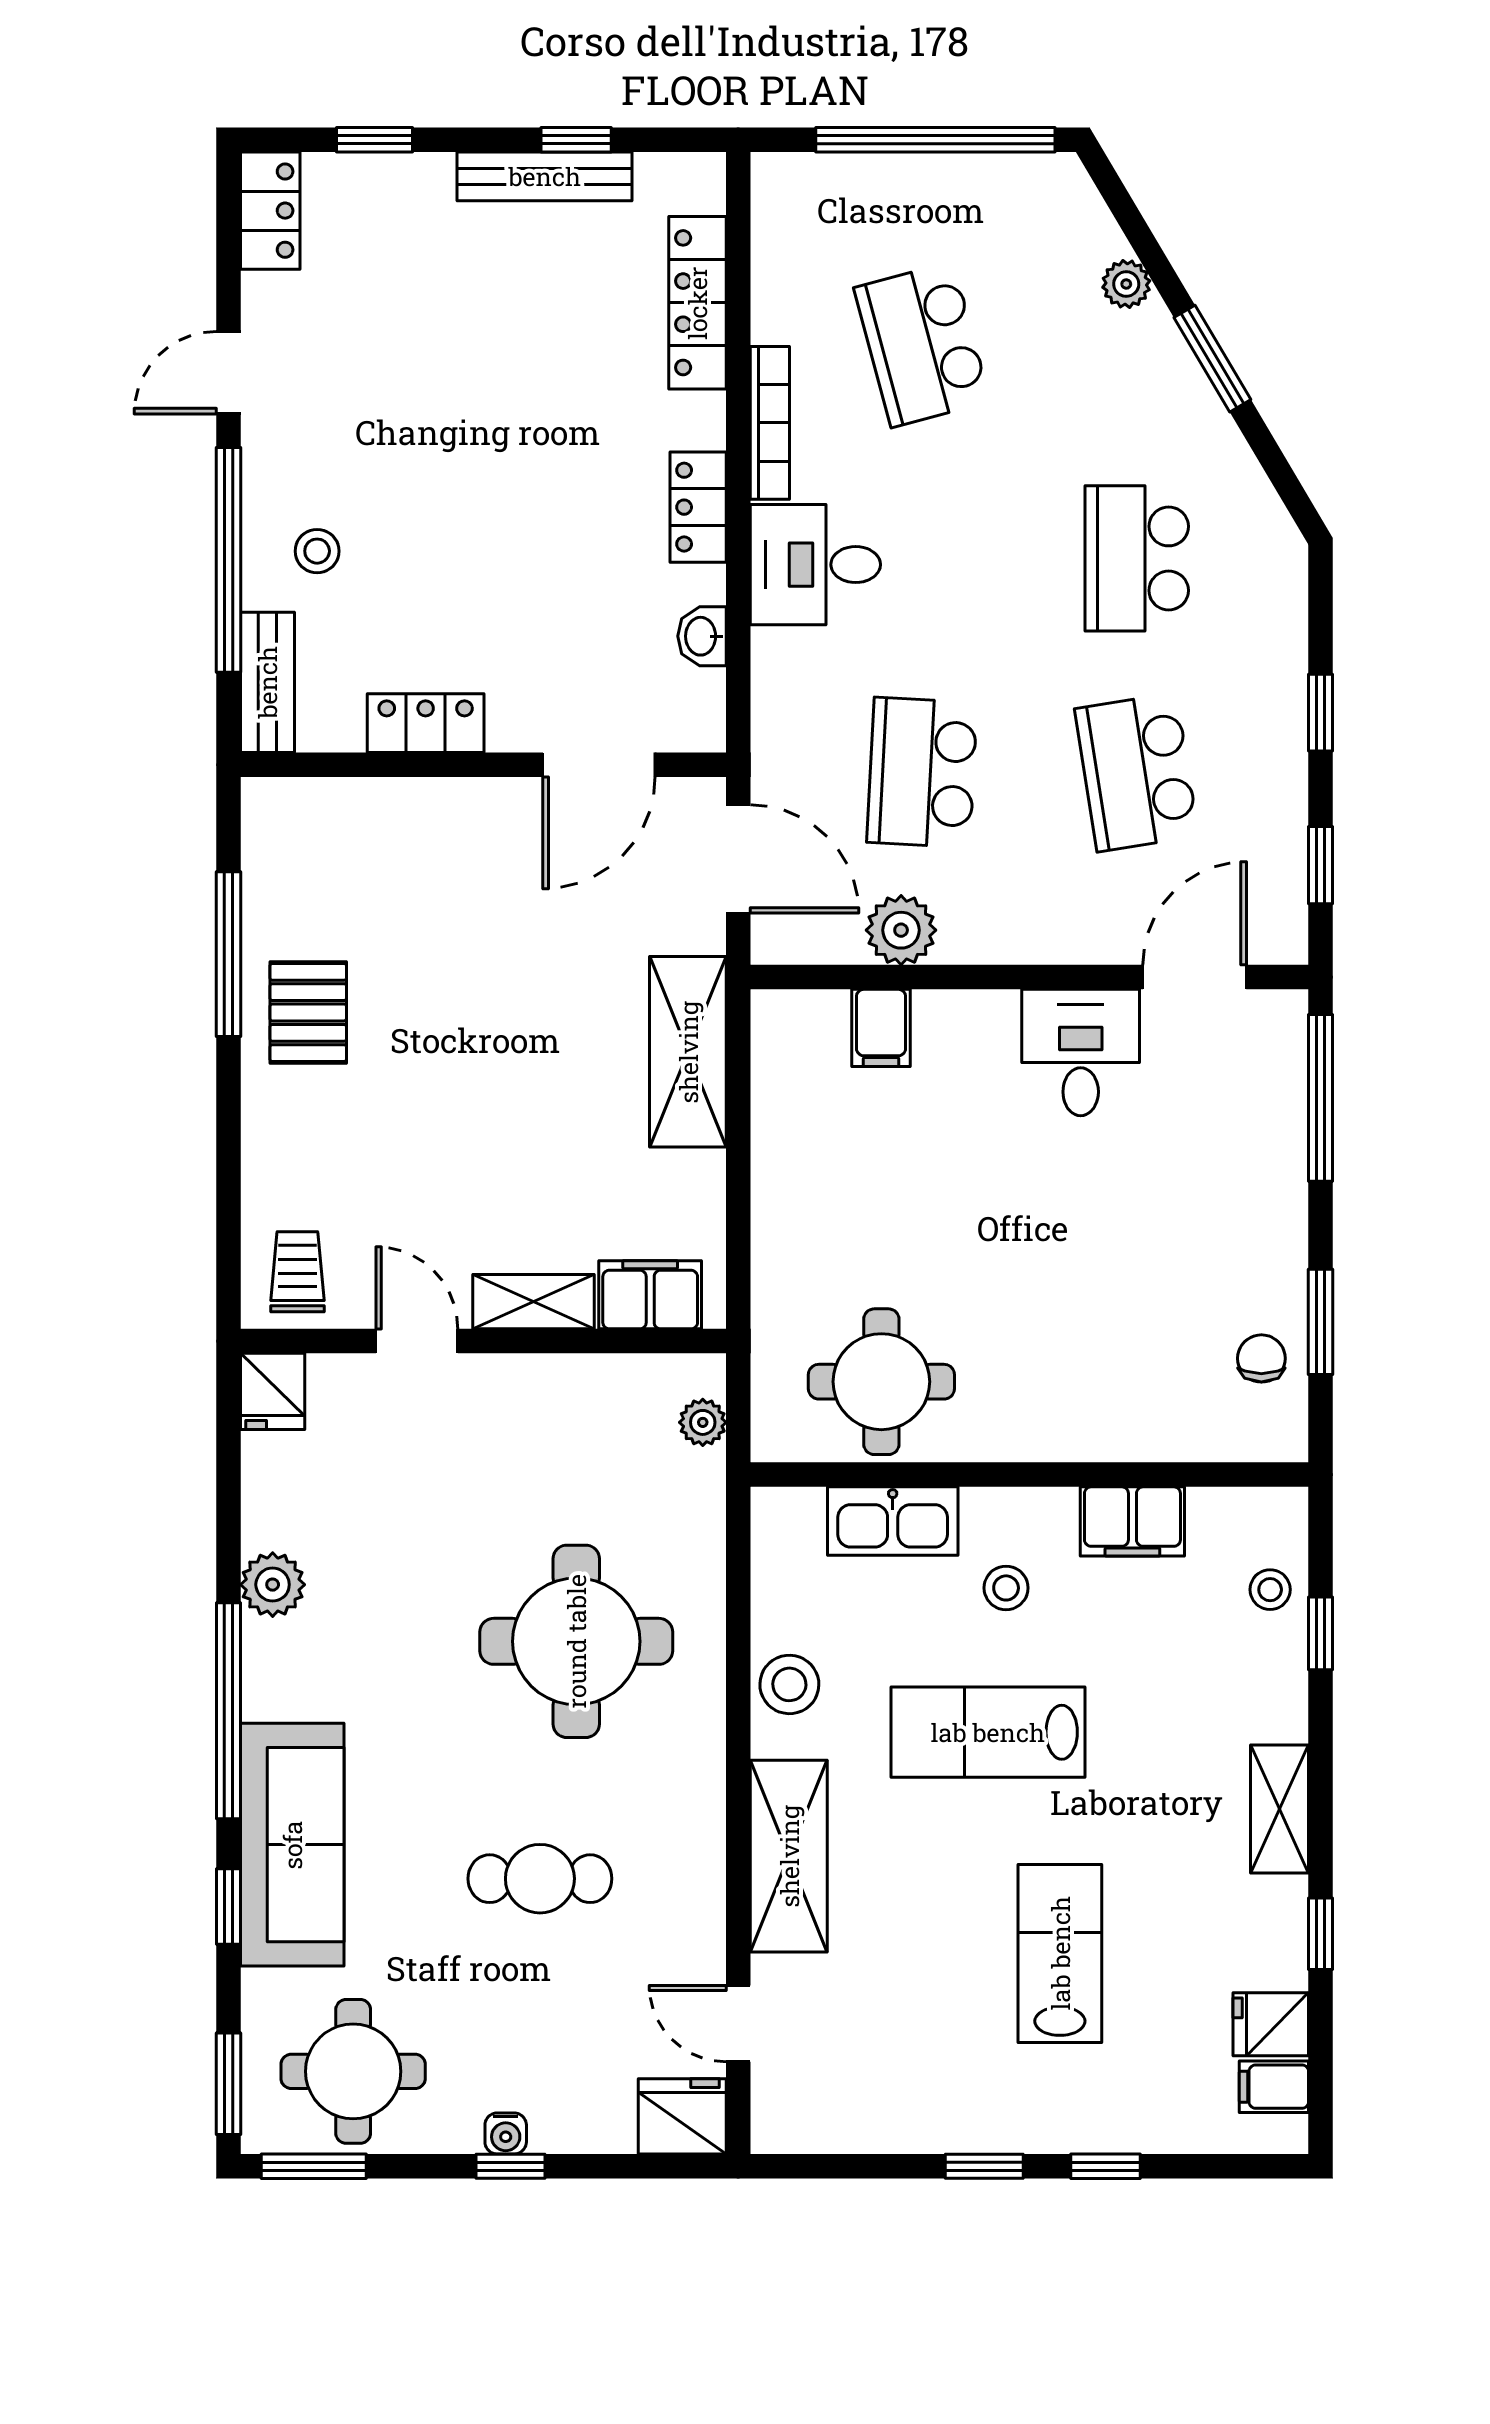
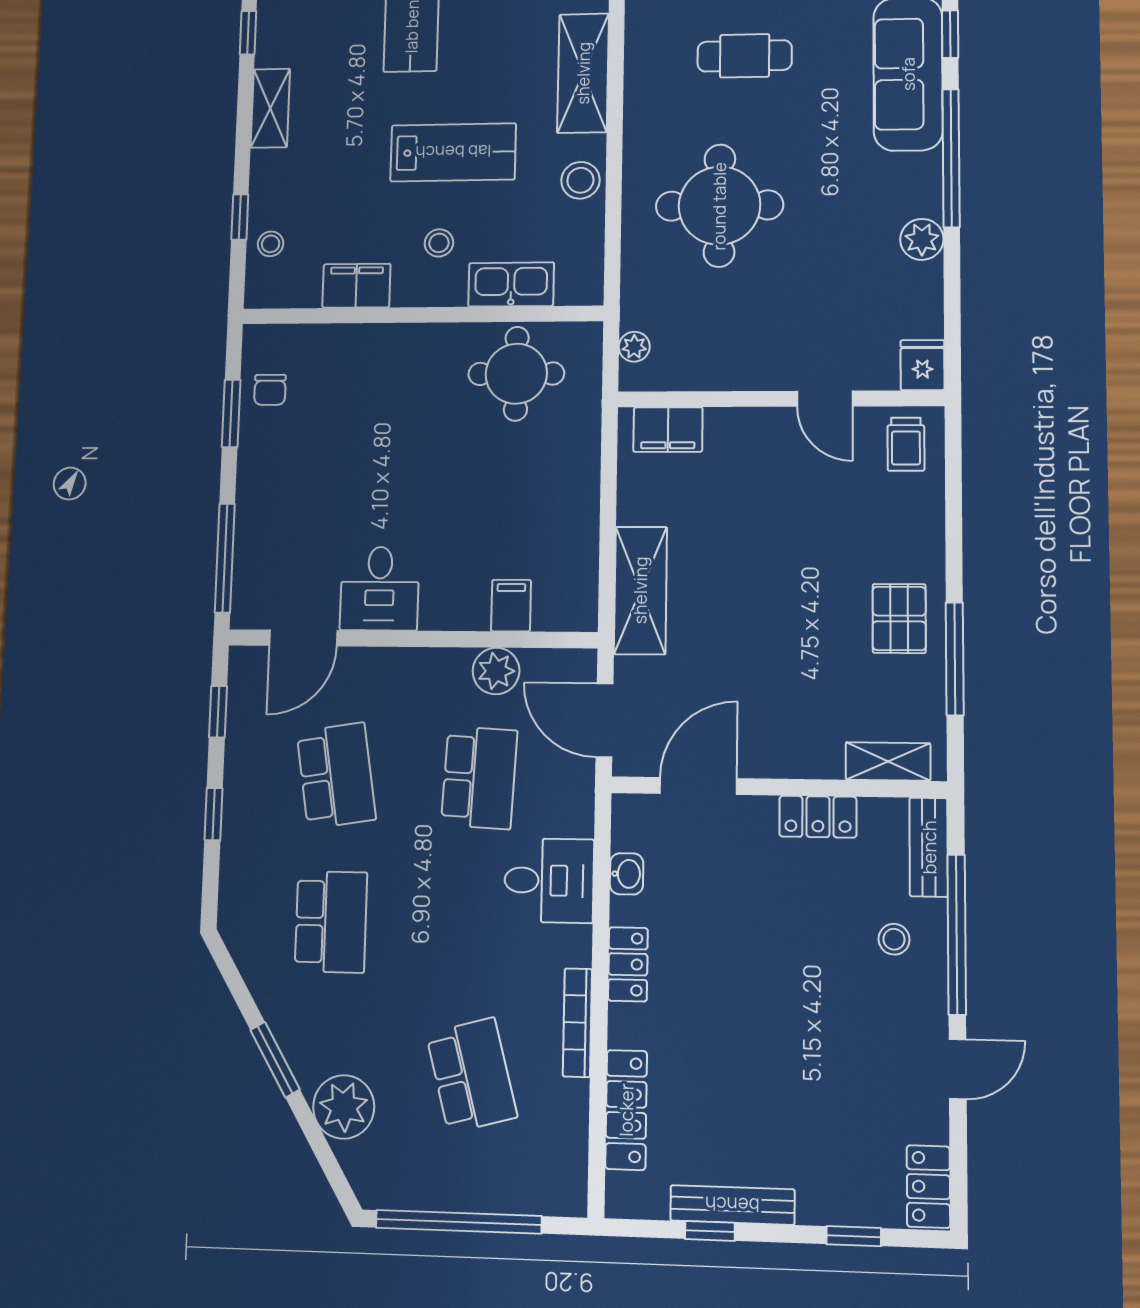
plant: (1126, 284) -> (344, 1107), width x1.88, depth x1.88
desk: (815, 565) -> (549, 880), moved
shelving: (533, 1302) -> (888, 761), moved

